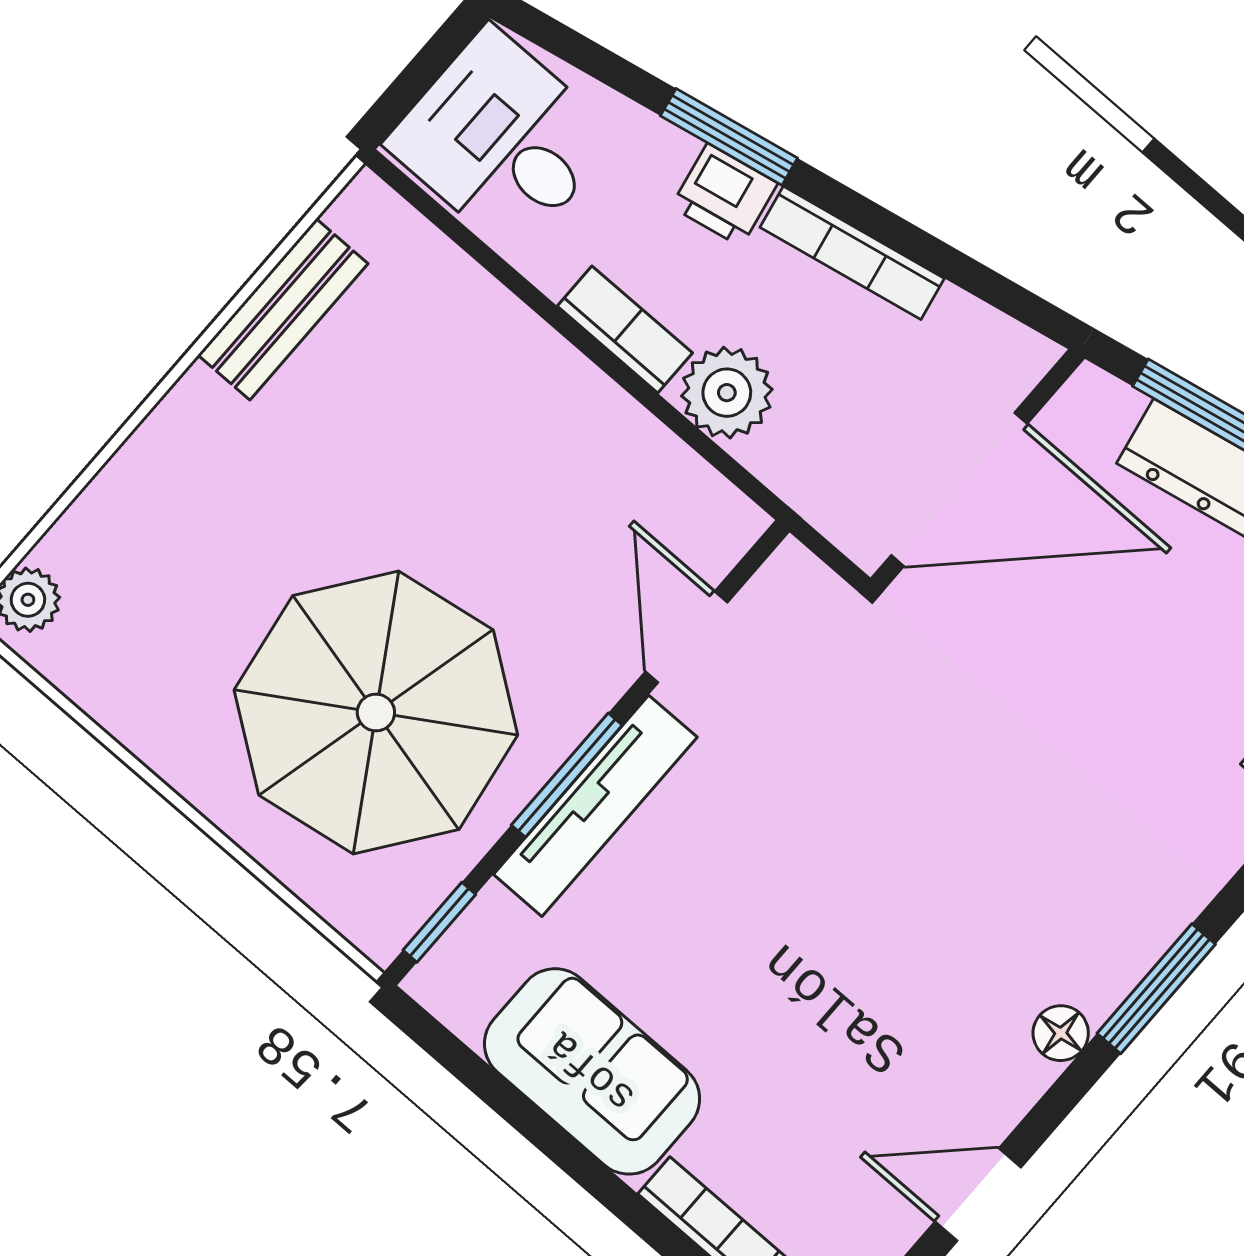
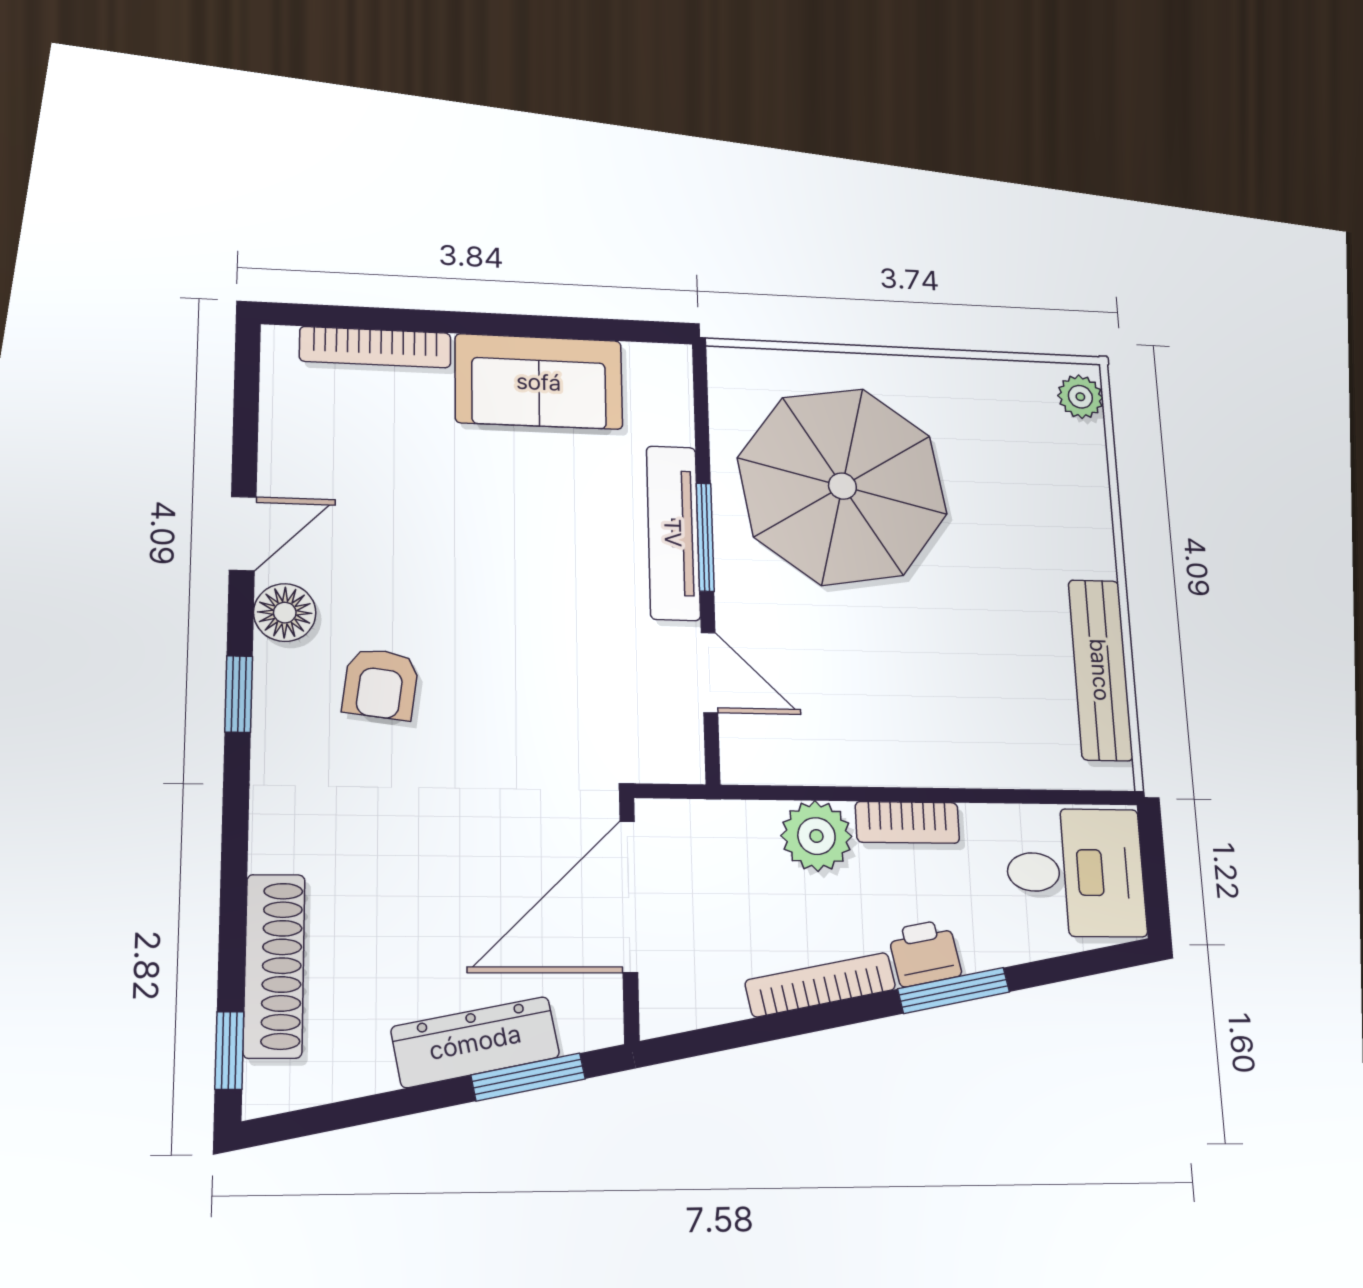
bench: (283, 309) -> (1100, 670), width x1.36
armchair: (1015, 889) -> (381, 684), added
window: (439, 922) -> (701, 398), removed
window: (1156, 989) -> (239, 694), width x0.67
floor lamp: (1061, 1033) -> (285, 613), width x1.37, depth x1.37
door: (978, 1195) -> (243, 533), moved

